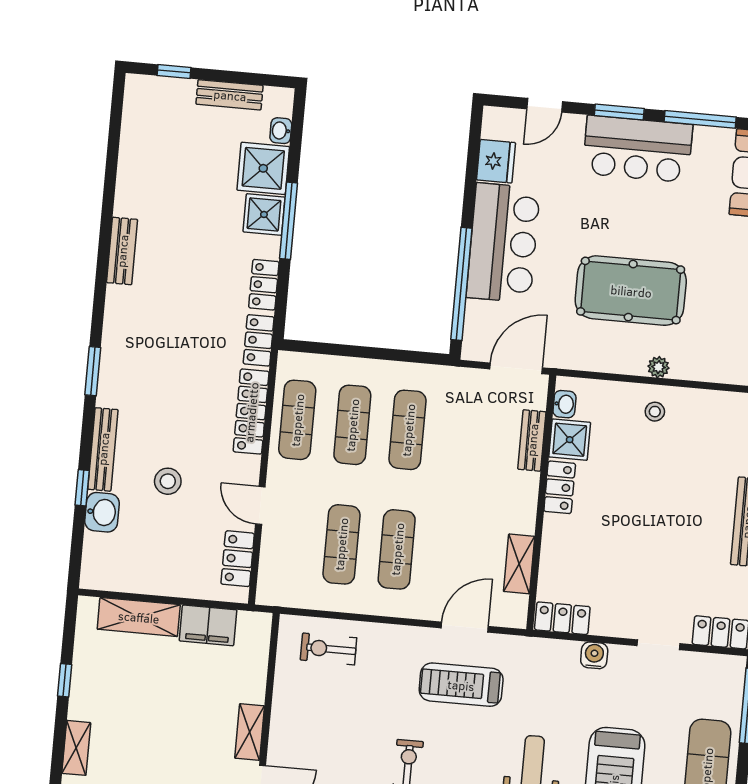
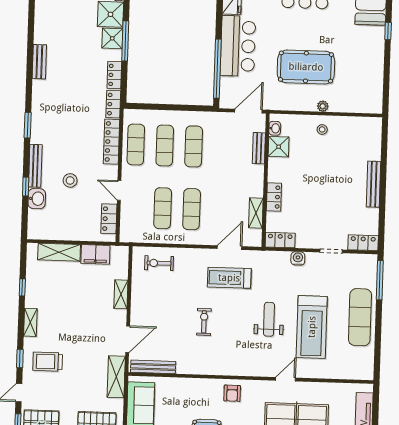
locker: (560, 487) -> (274, 197), moved
shelving: (250, 732) -> (121, 294), moved

